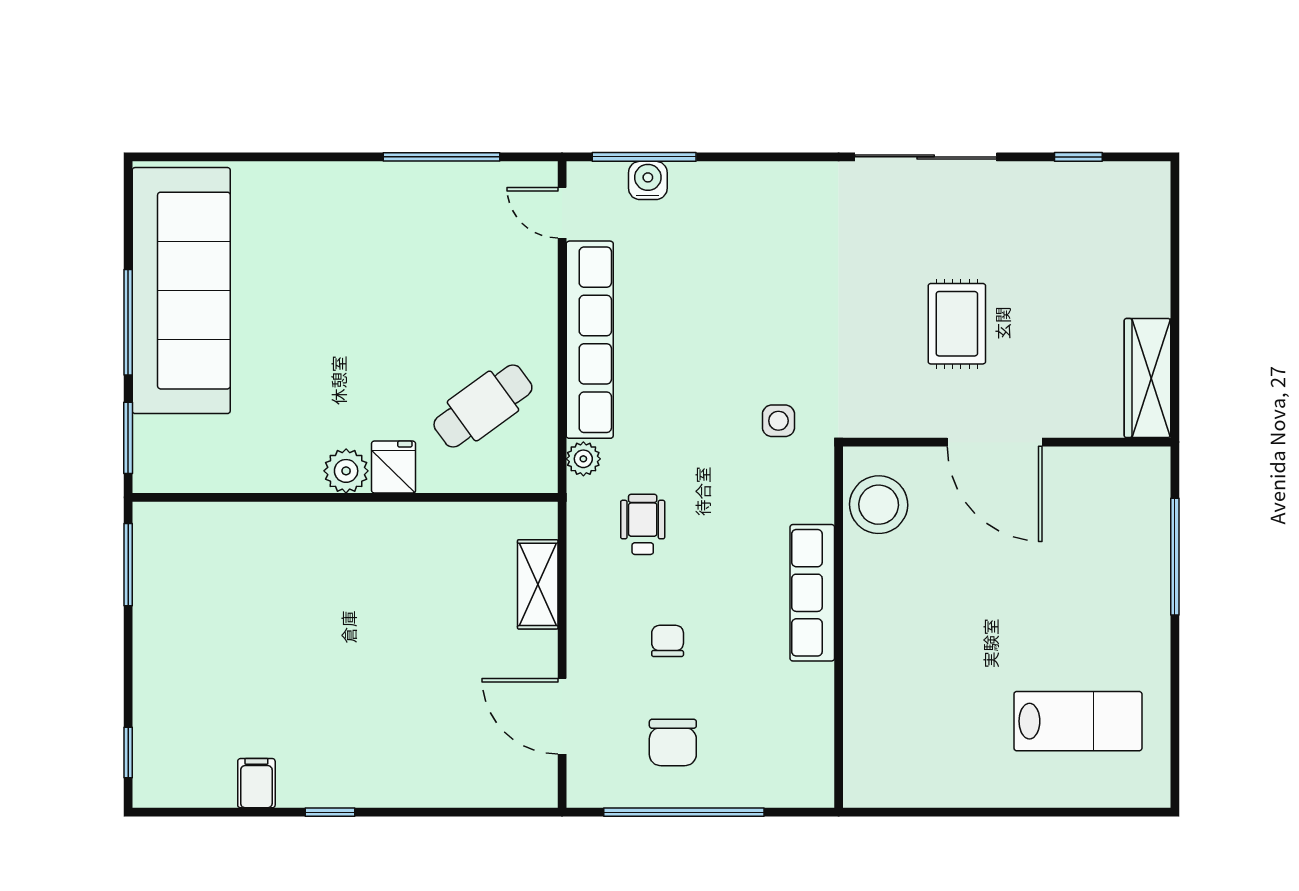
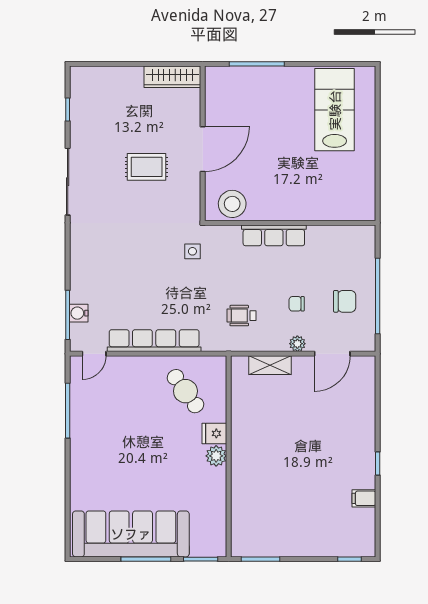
plant: (583, 459) -> (297, 344), moved
lab bench: (1078, 721) -> (335, 110), width x1.36, depth x1.39

